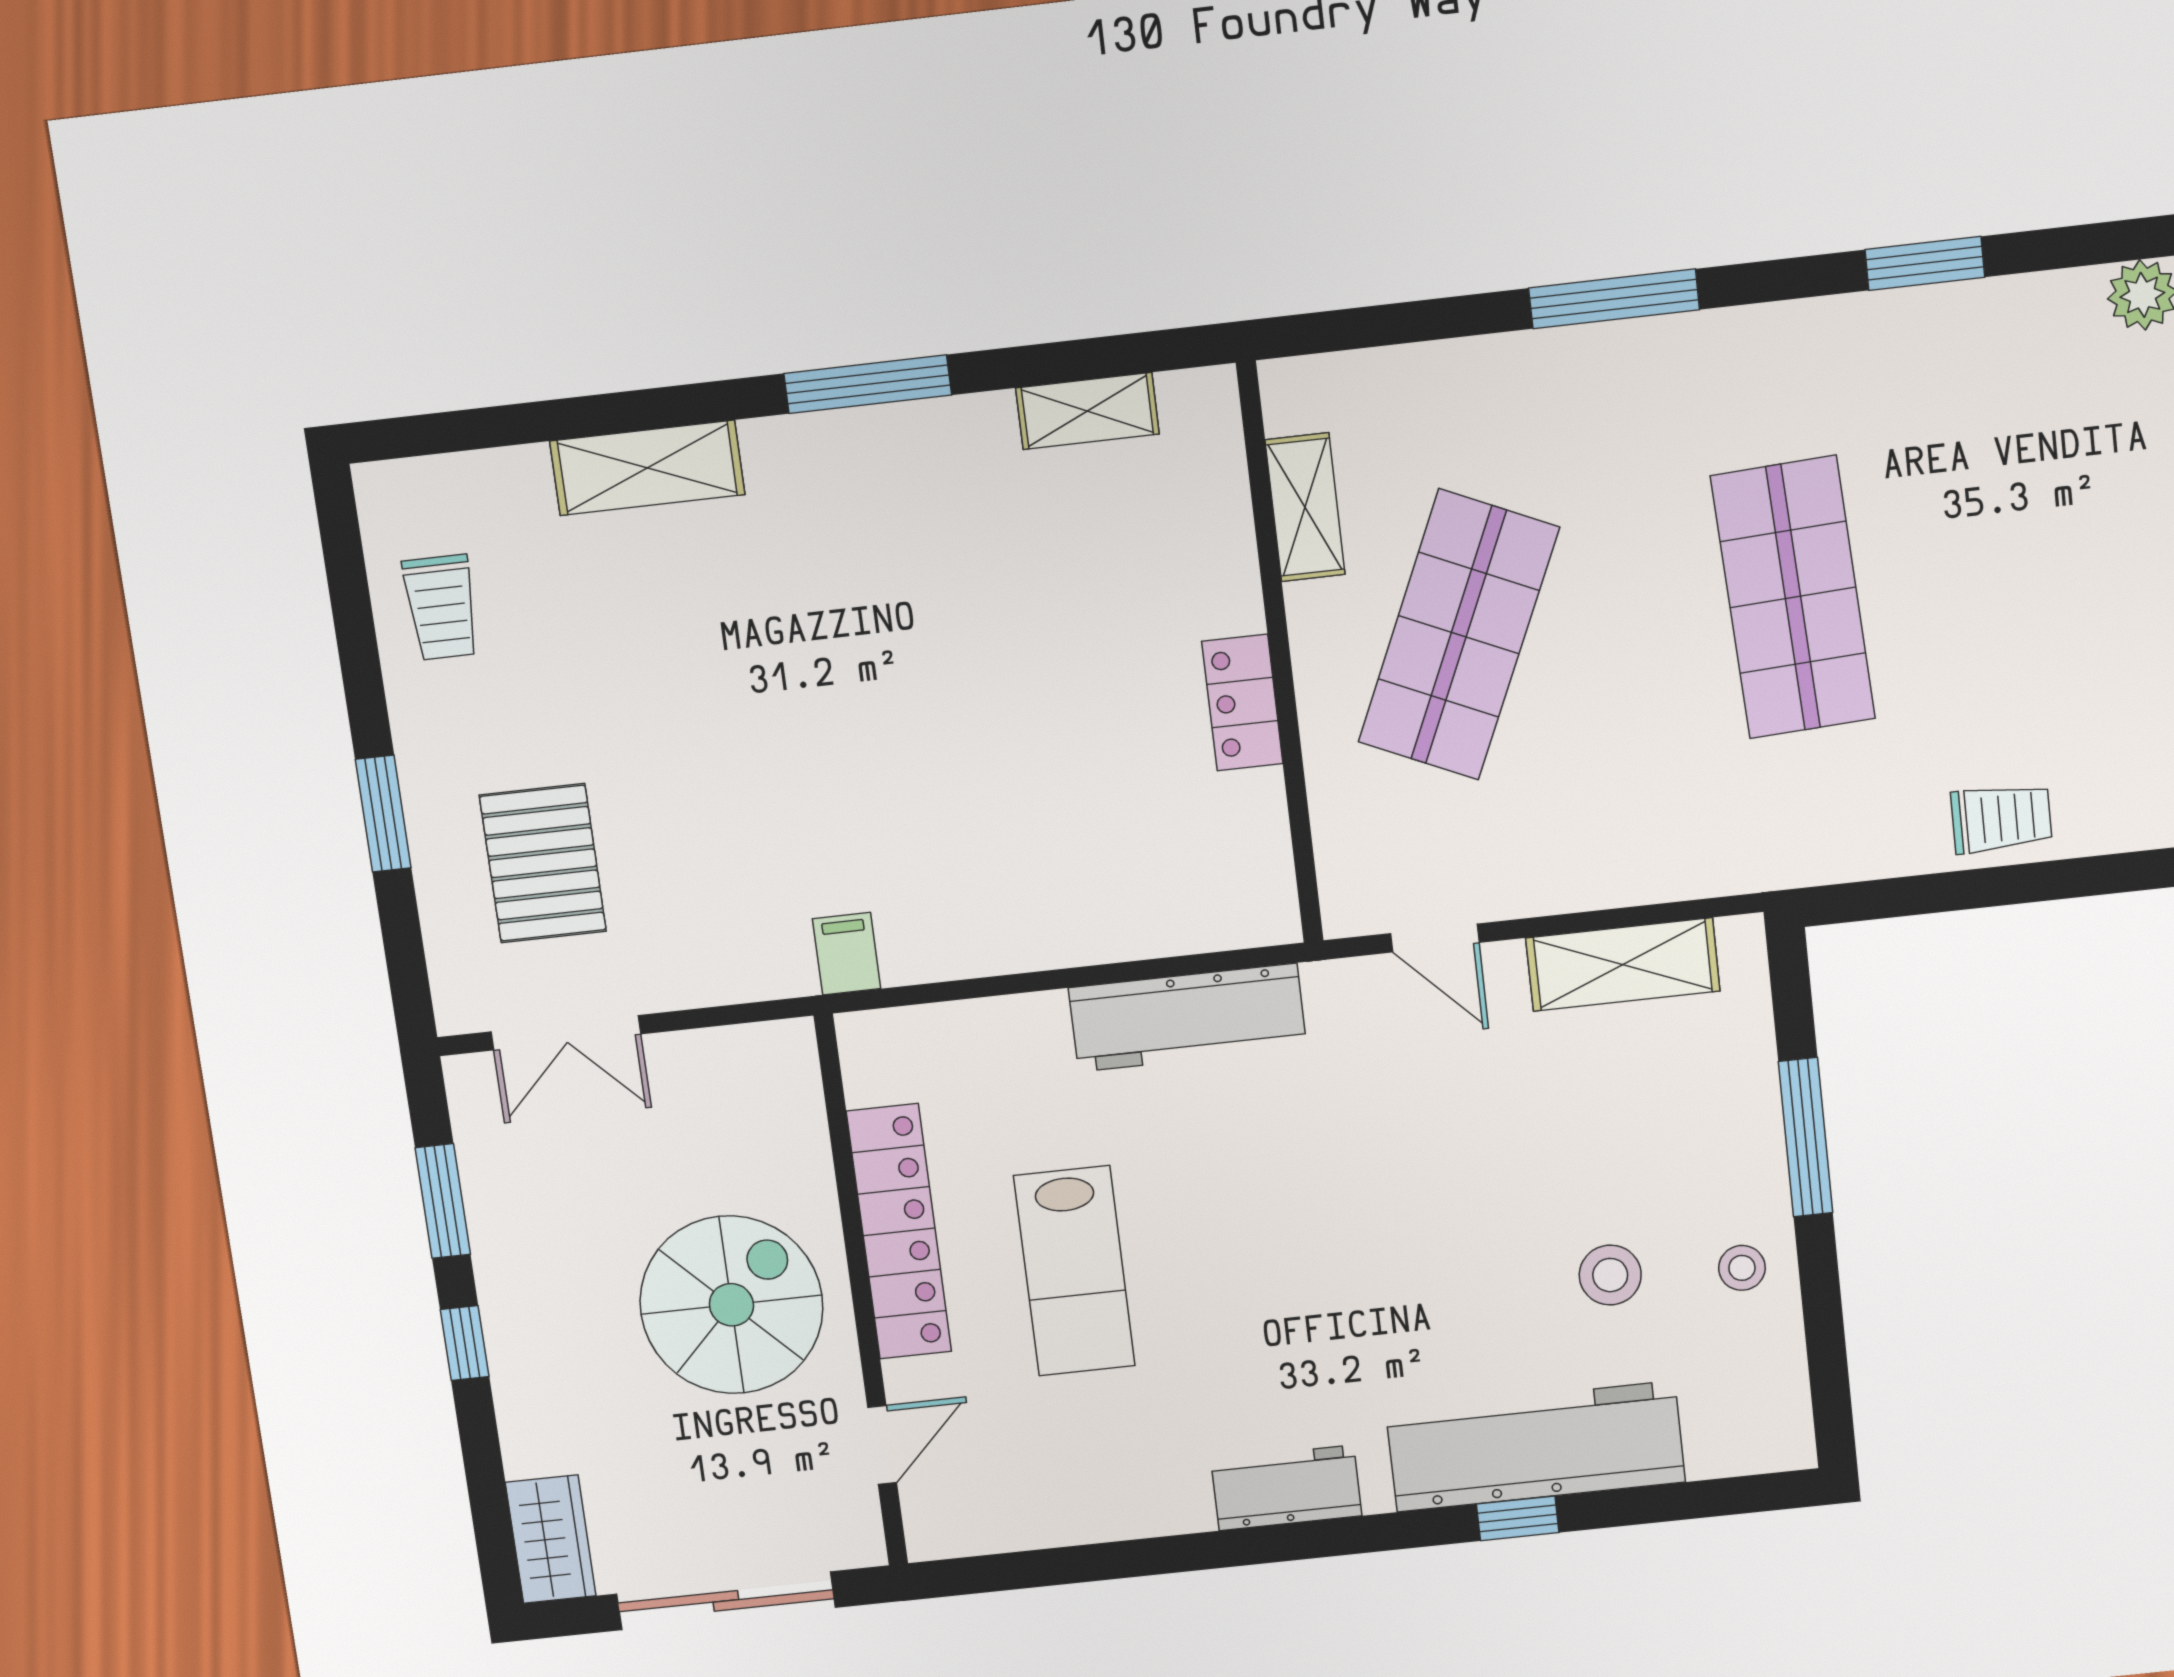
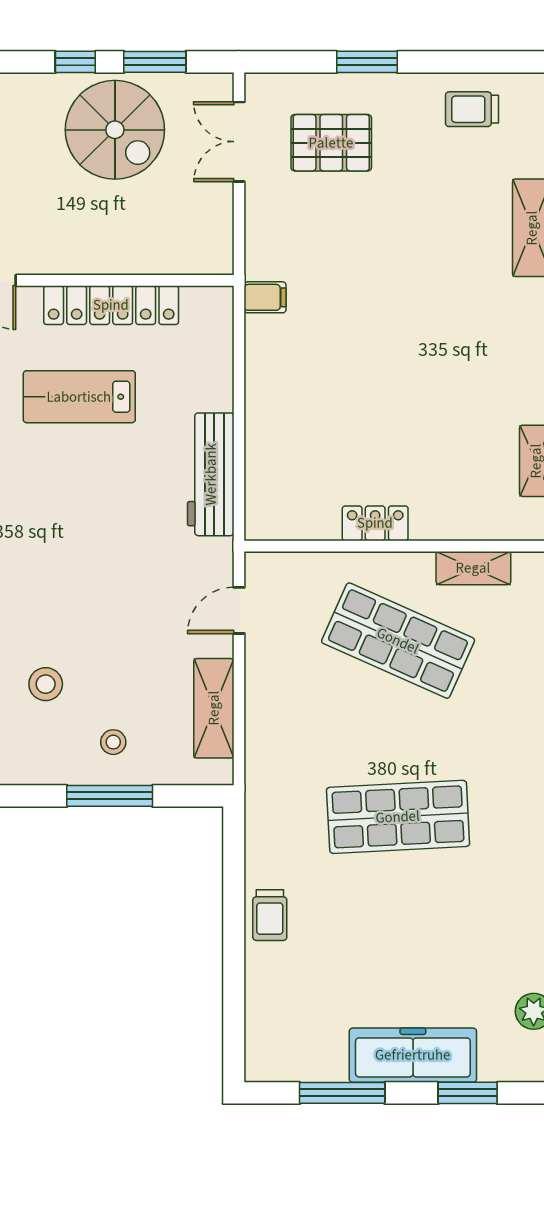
stool: (1742, 1268) -> (113, 742), moved
spiral stairs: (731, 1305) -> (115, 130), moved

